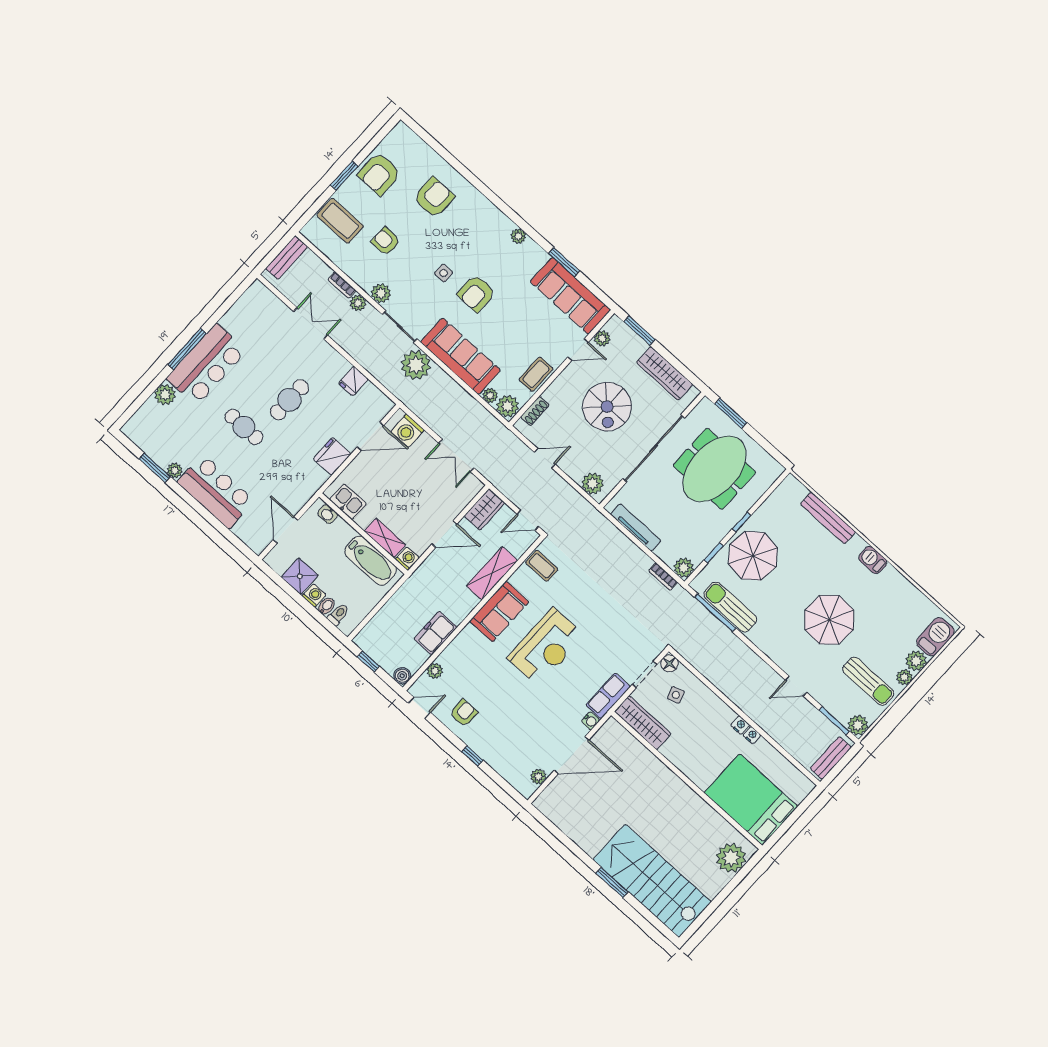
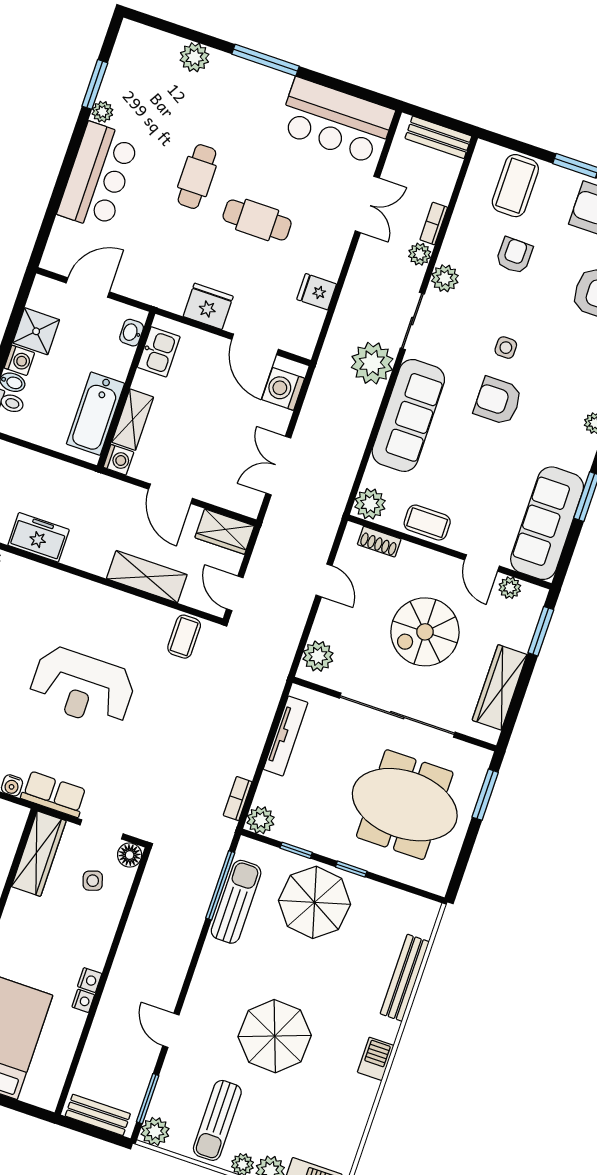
bar counter: (206, 365) -> (336, 121), moved
plant: (490, 395) -> (374, 475), removed
sofa: (499, 611) -> (102, 607), removed

